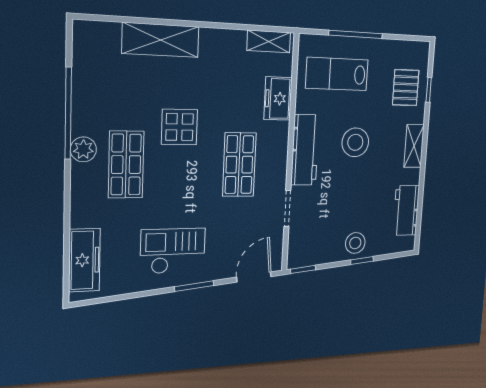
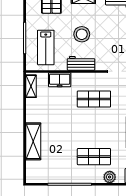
display table: (180, 127) -> (75, 131), removed
plant: (83, 149) -> (110, 177), moved
workbench: (305, 150) -> (81, 63), width x0.73

